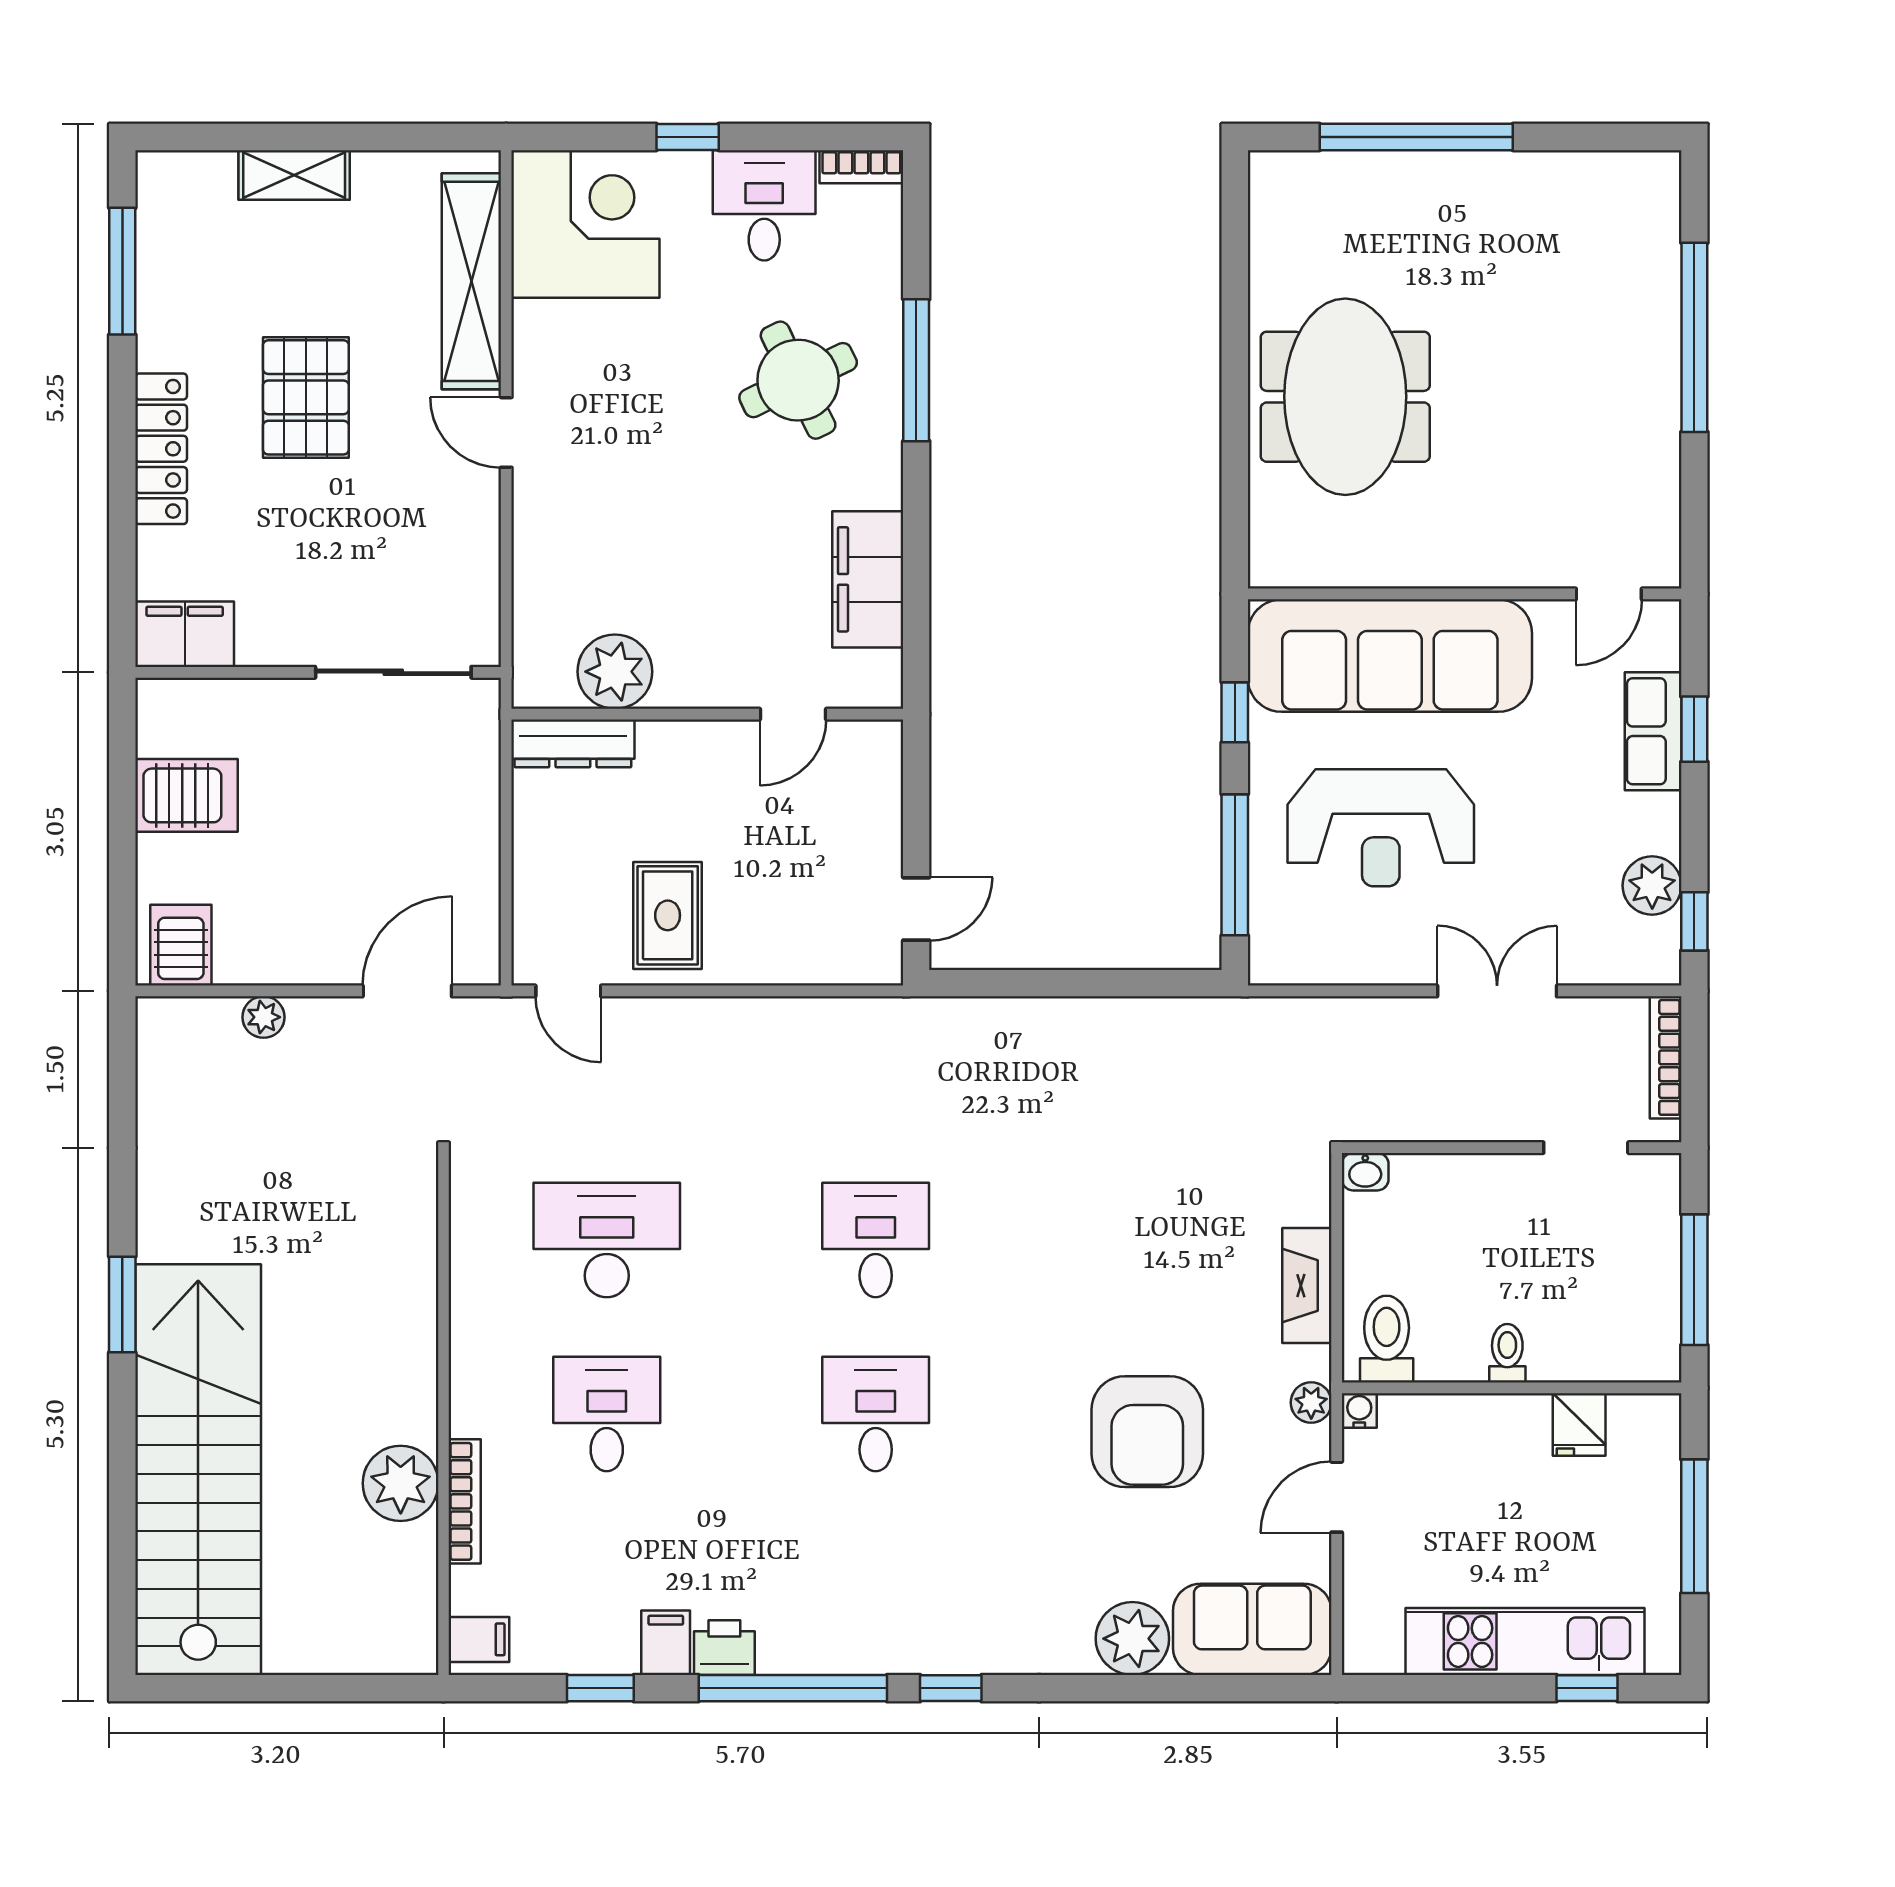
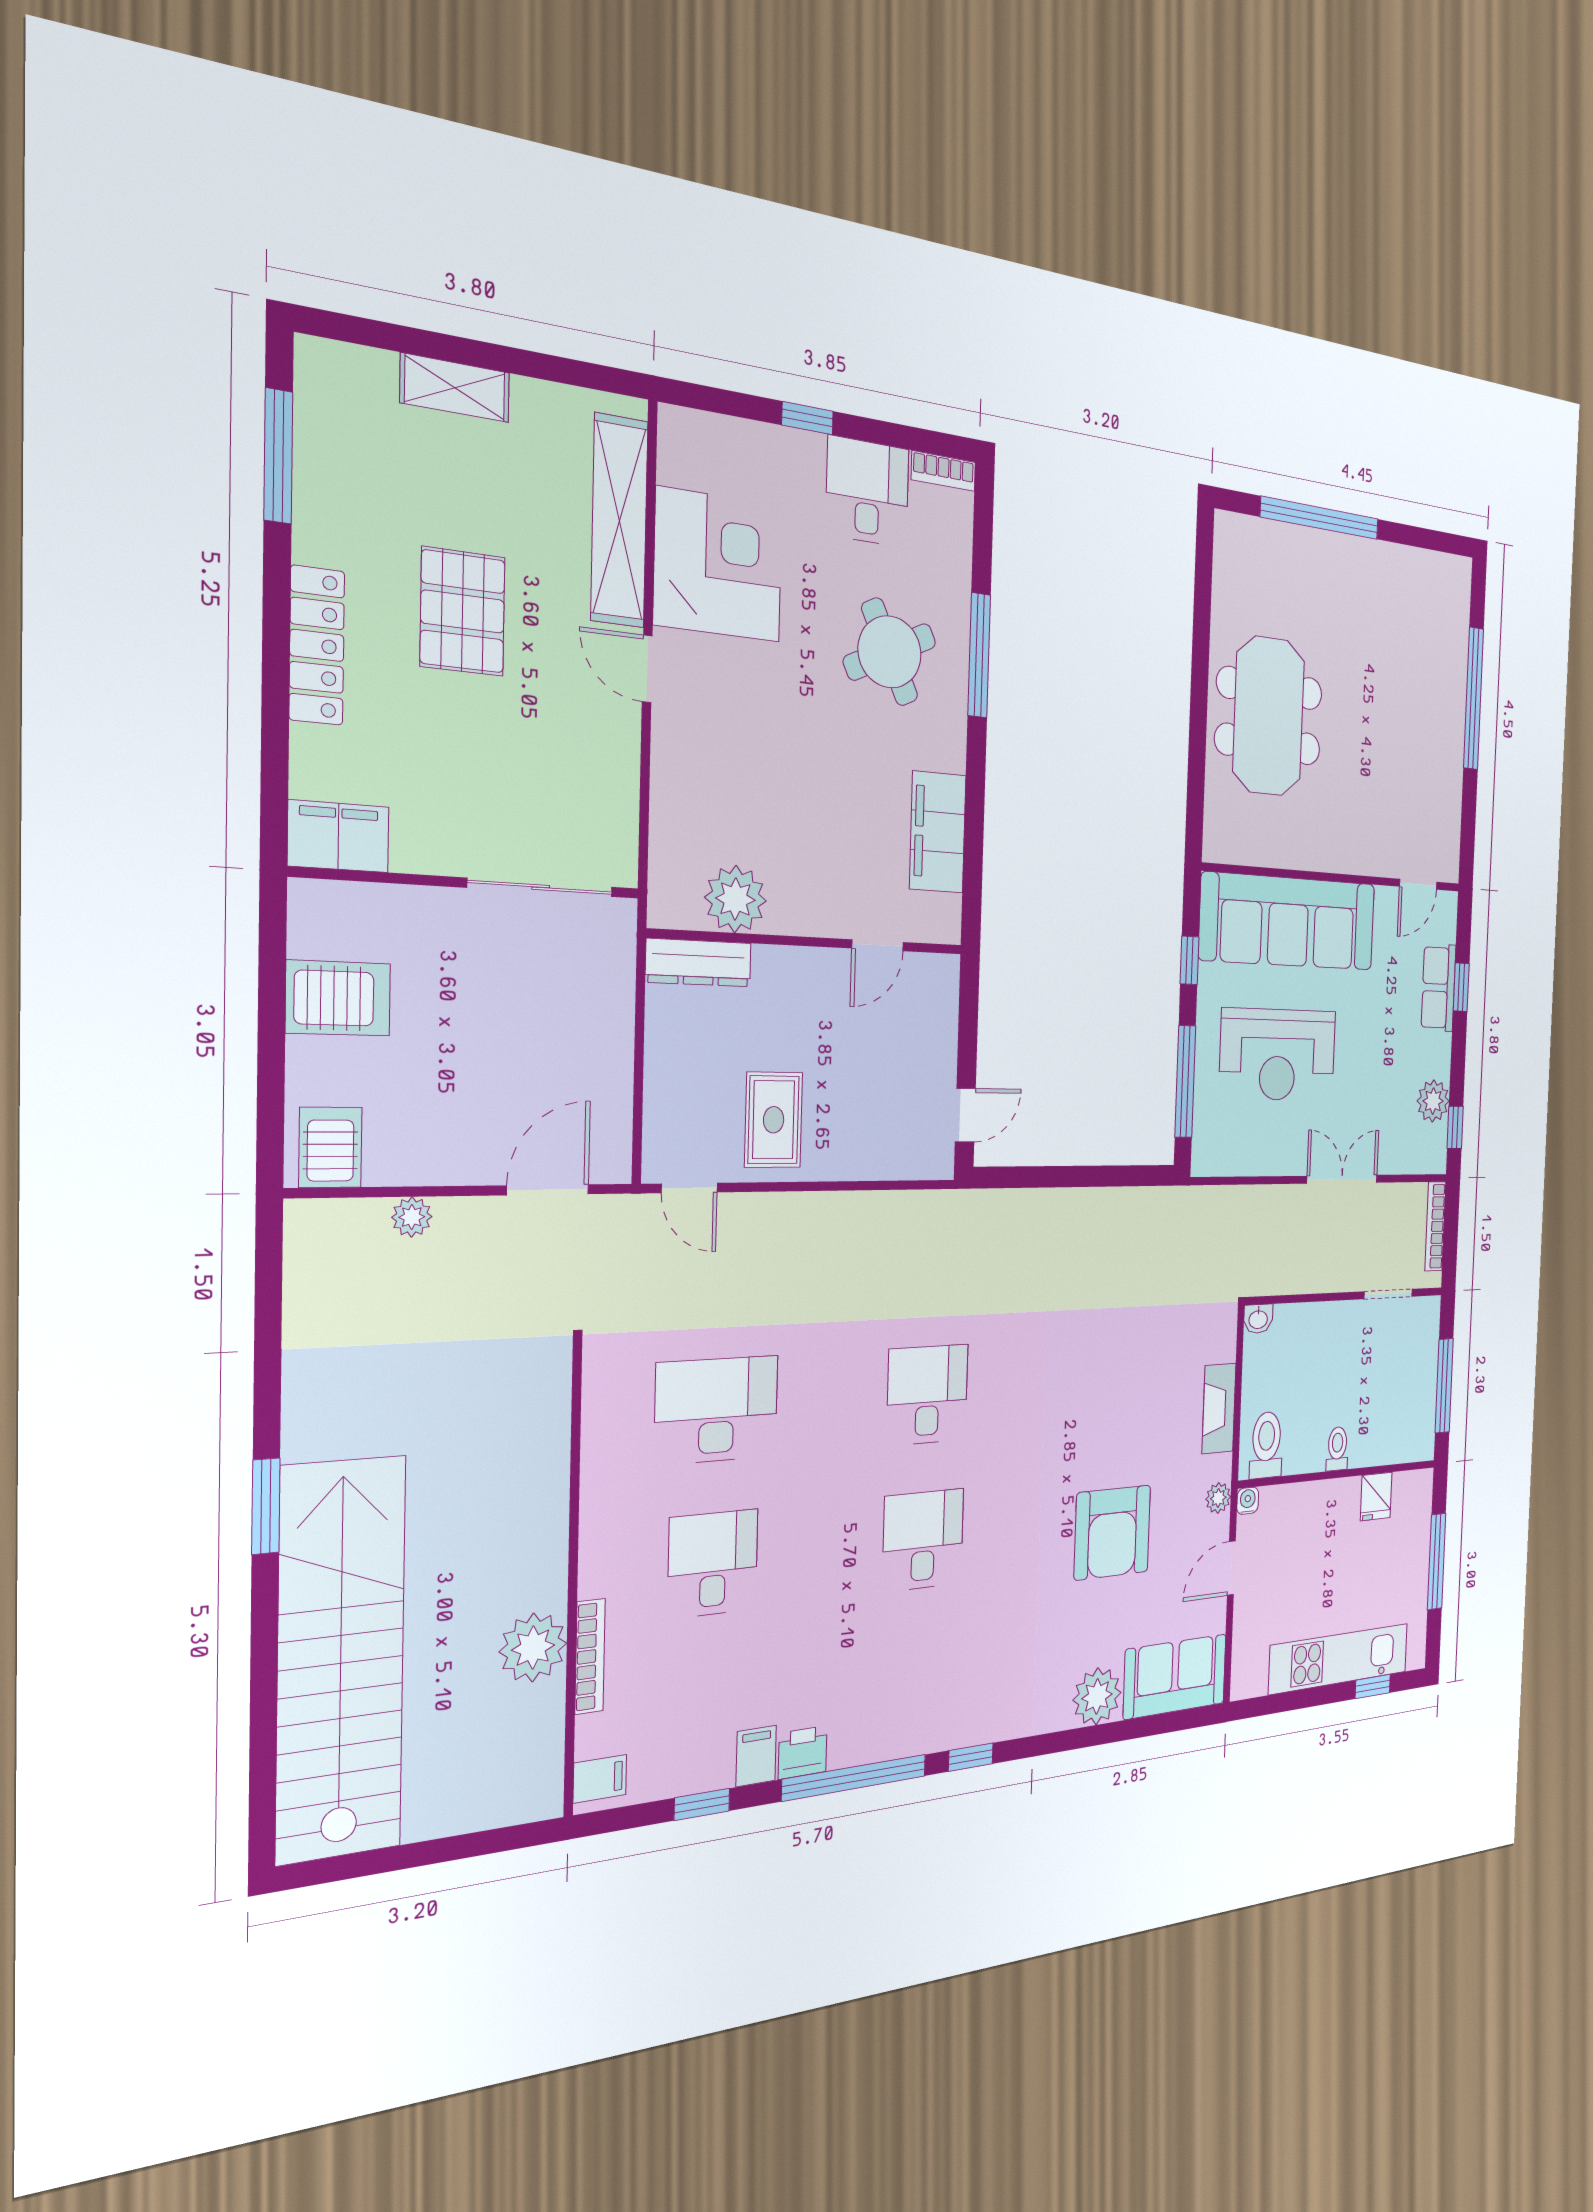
corner desk: (585, 224) -> (718, 565), moved

